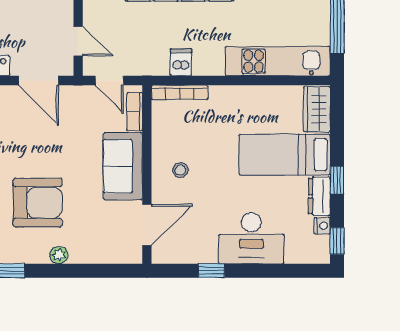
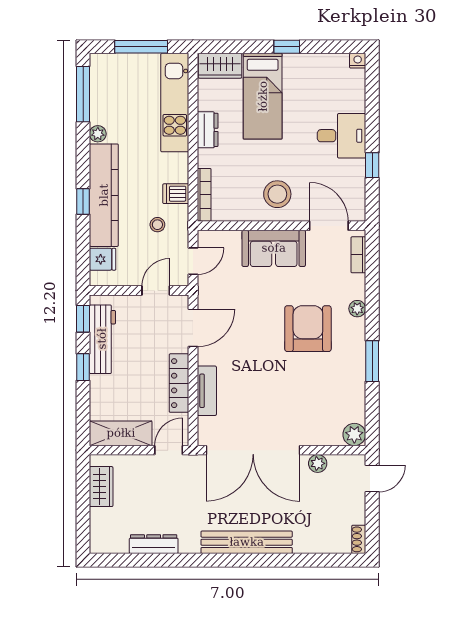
stool: (148, 43) -> (157, 225), added
bookcase: (135, 112) -> (358, 255), moved, turned 90
stool: (180, 170) -> (277, 194), width x1.89, depth x1.89
dresser: (319, 196) -> (208, 130), moved, turned -90
nightstand: (322, 226) -> (358, 61), moved
desk: (251, 238) -> (341, 136), width x0.73
window: (337, 241) -> (344, 47), removed

